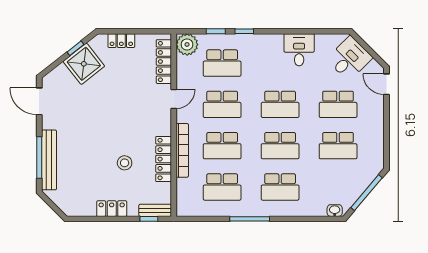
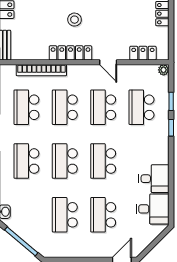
plant: (187, 44) -> (164, 70), width x0.53, depth x0.53
desk: (349, 58) -> (153, 209), moved, turned -45
locker: (164, 62) -> (143, 53), width x0.66
bookcase: (182, 150) -> (41, 70), moved
locker: (164, 159) -> (71, 53), moved
stool: (125, 163) -> (75, 20), moved

